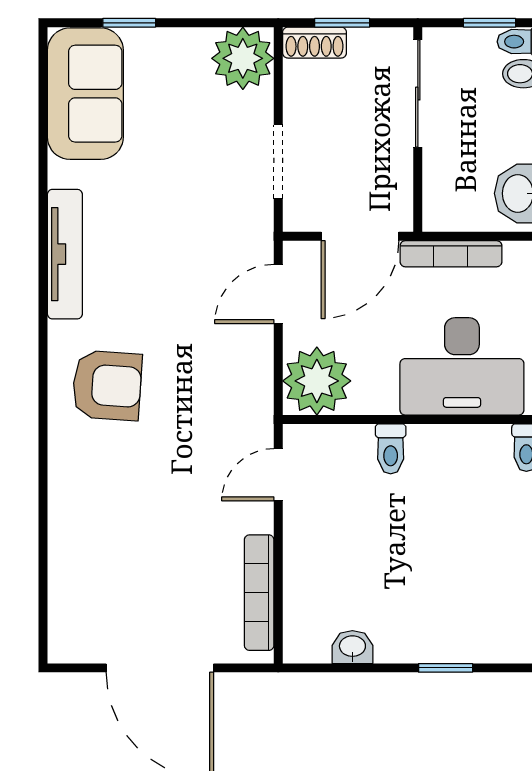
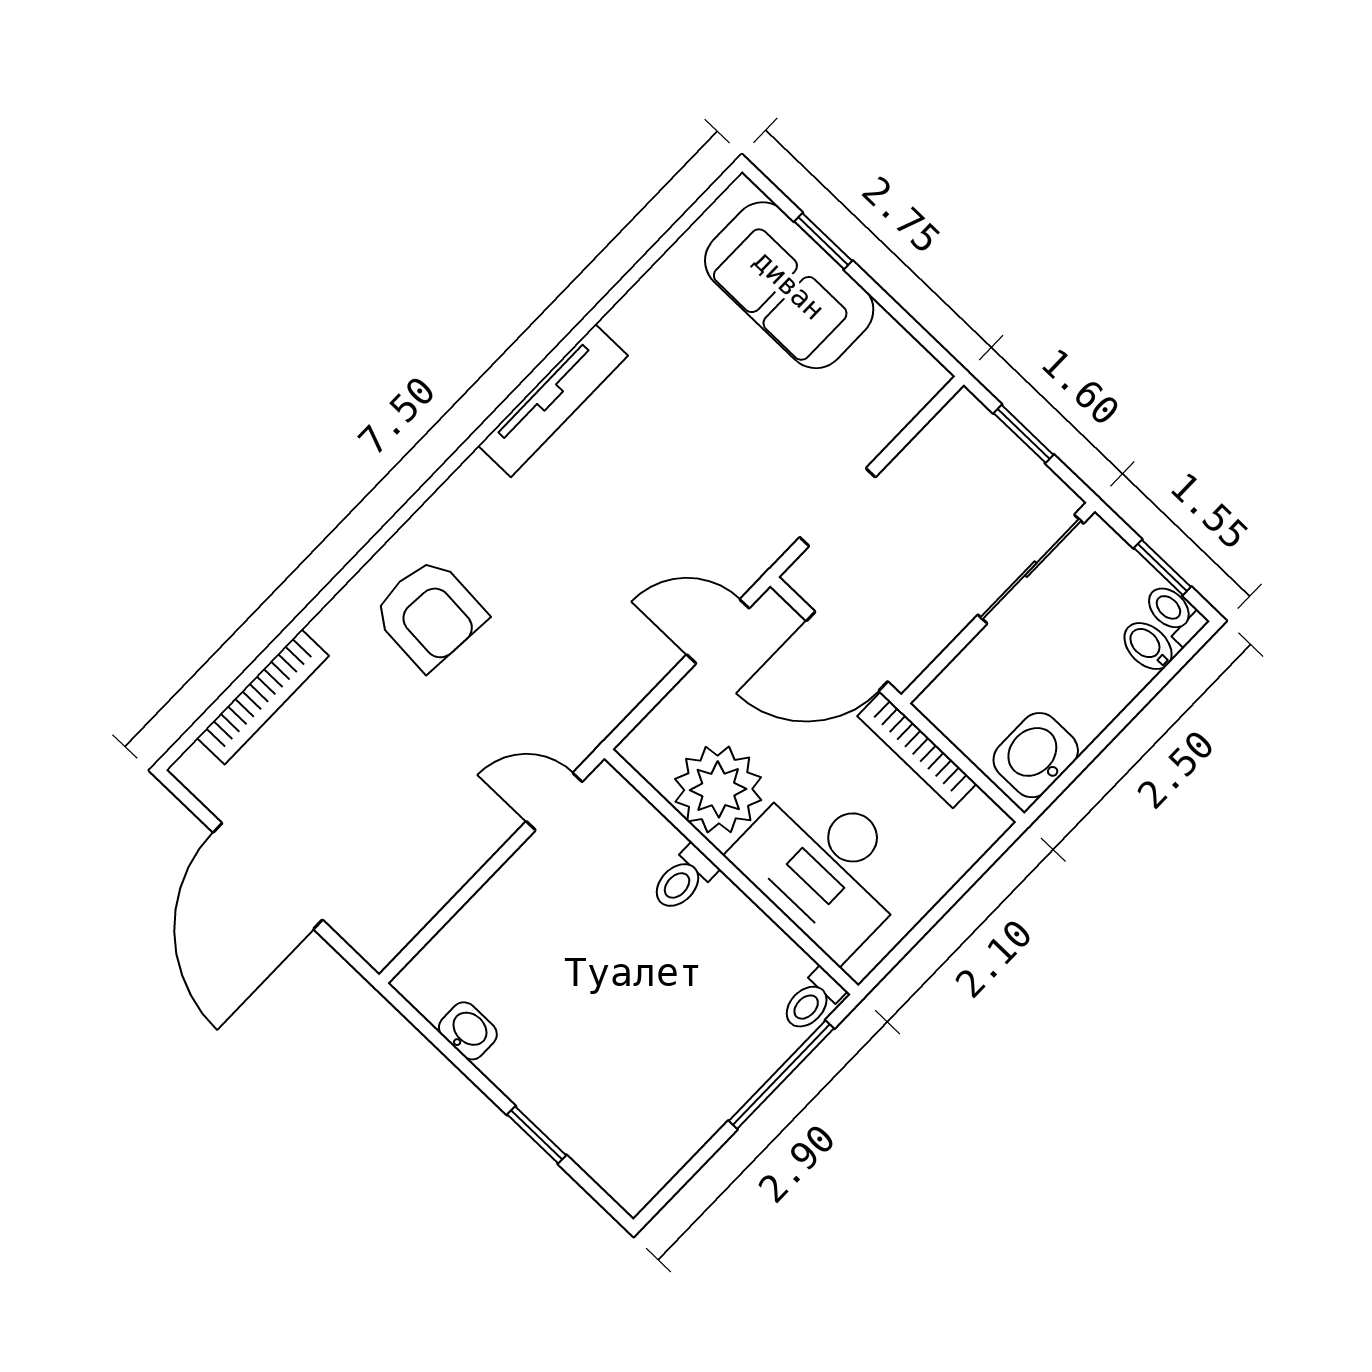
shoe rack: (315, 43) -> (980, 428), removed
plant: (243, 58) -> (898, 377), removed
sofa: (85, 94) -> (789, 285), moved, turned 90
plant: (317, 381) -> (718, 789), moved
armchair: (107, 385) -> (429, 614), moved
bookcase: (259, 593) -> (263, 697), moved, turned 180

